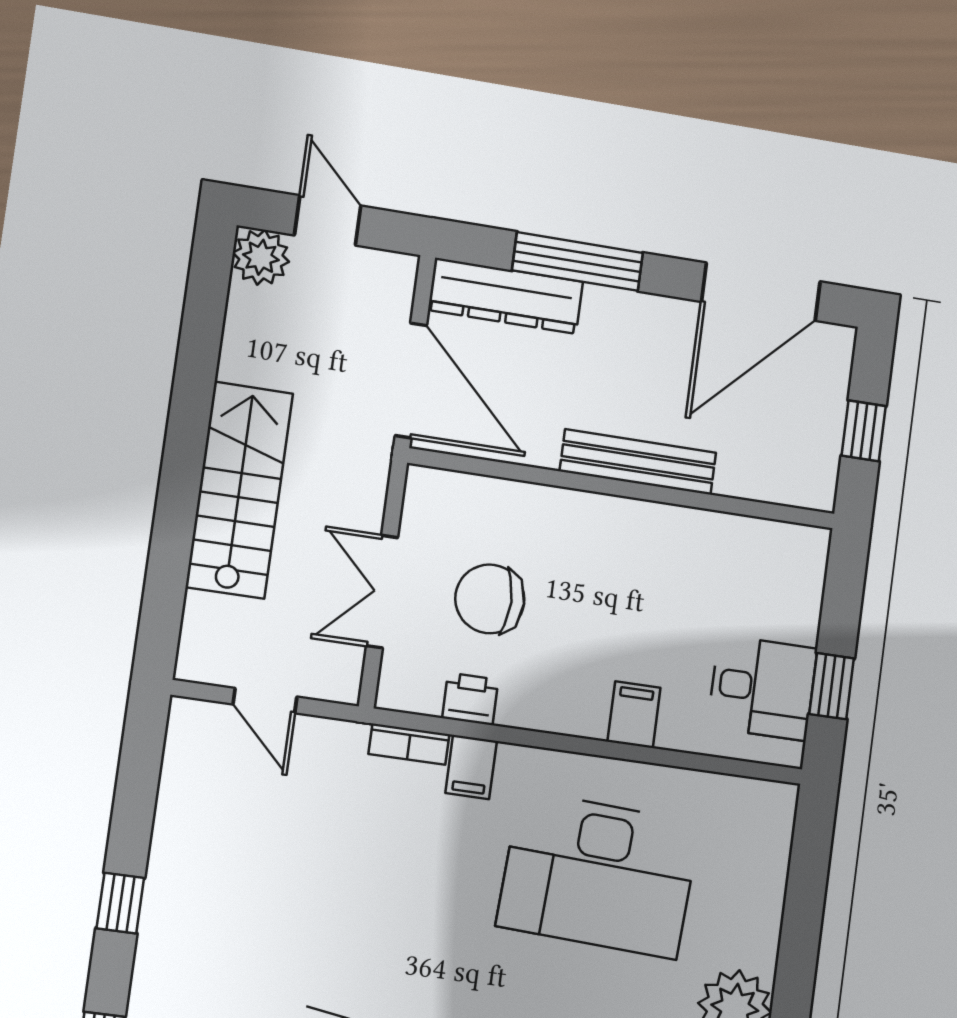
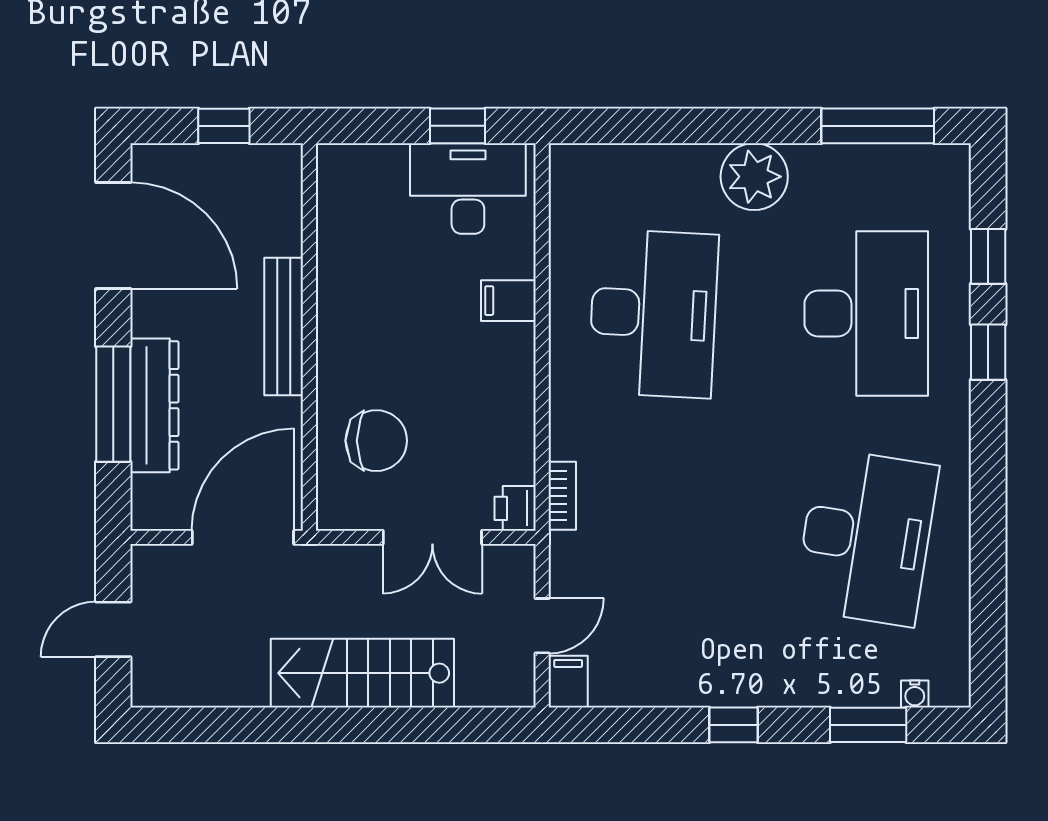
plant: (261, 257) -> (155, 683), removed
dresser: (506, 296) -> (154, 405), moved
chair: (490, 599) -> (376, 441), moved, turned -90
desk: (762, 688) -> (468, 188), width x1.37
printer: (470, 699) -> (515, 508), moved
filing cabinet: (471, 767) -> (568, 682), moved, turned -90

